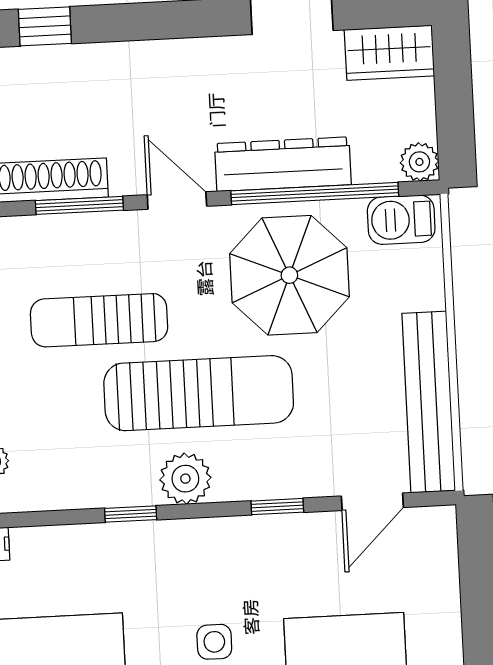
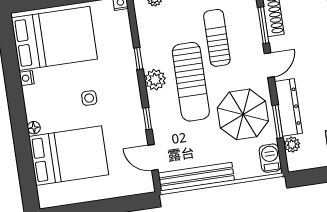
plant: (419, 162) -> (292, 145), moved
window: (315, 193) -> (278, 122), width x0.47

